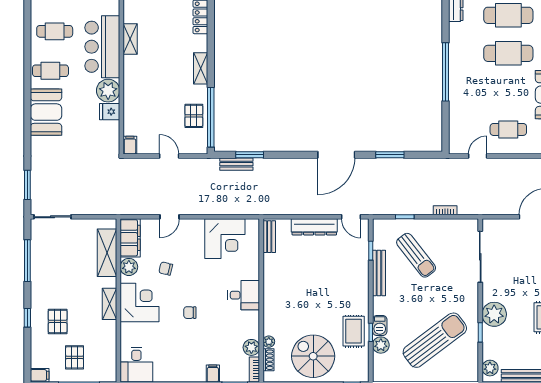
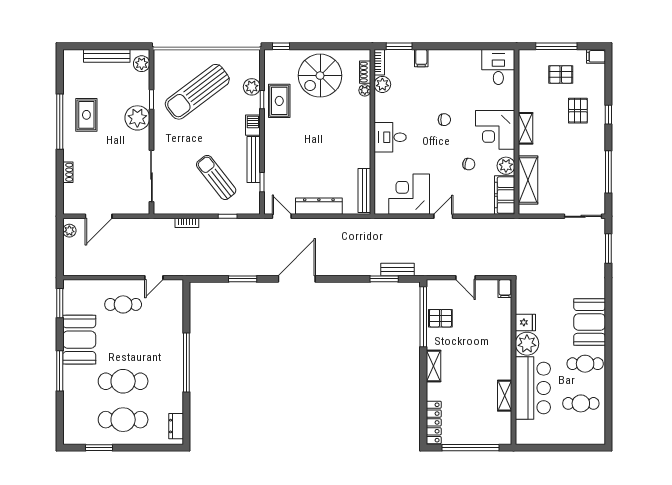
pallet: (194, 116) -> (440, 318), turned 90
door: (170, 217) -> (443, 216), moved
bench: (269, 237) -> (364, 190), width x1.36
barbecue: (380, 325) -> (253, 125), moved
spiral stairs: (313, 356) -> (320, 76), turned 90
pallet: (75, 357) -> (561, 74), turned 90

